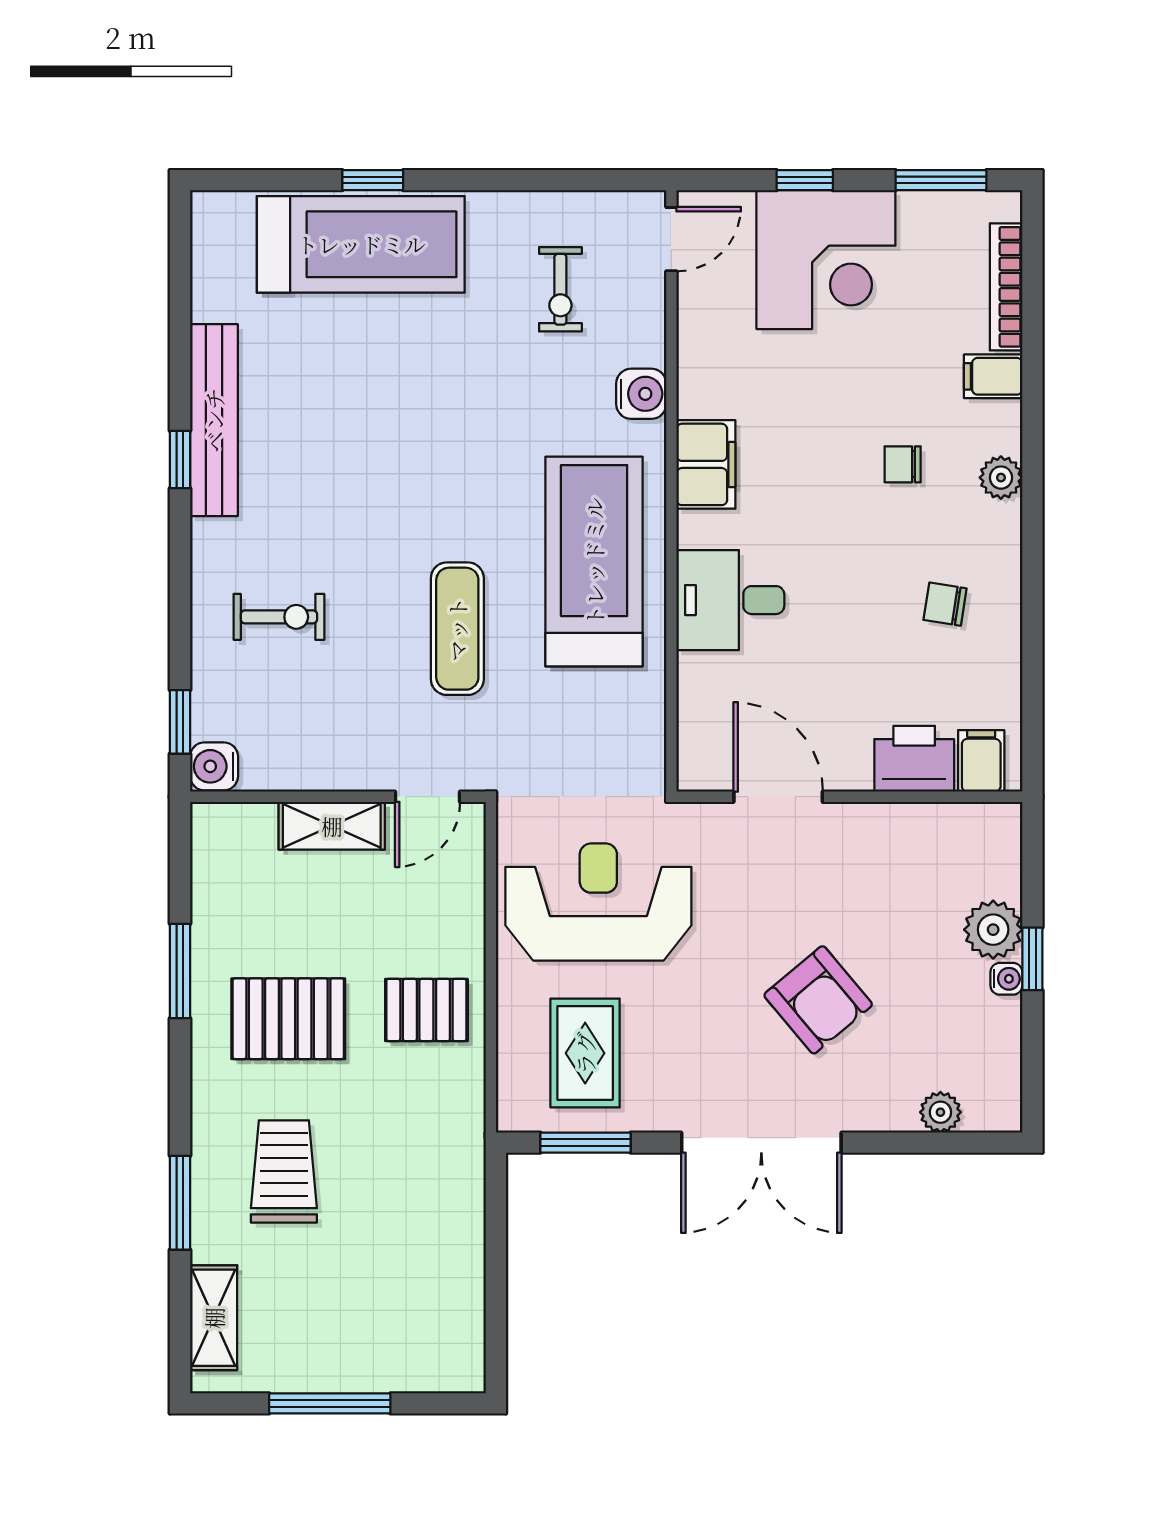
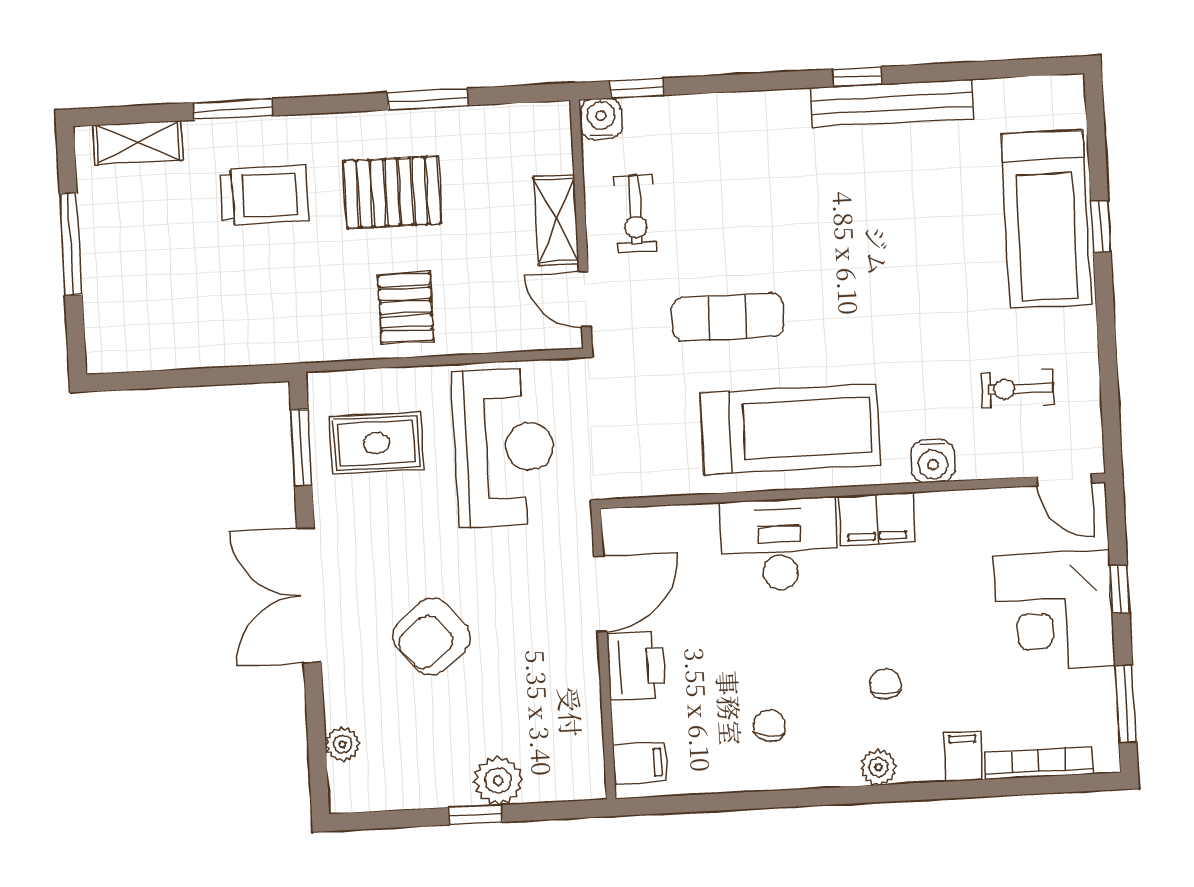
desk: (730, 600) -> (779, 544), width x1.37
exercise bike: (279, 617) -> (635, 213), moved
printer: (914, 759) -> (636, 666), moved
water cooler: (1006, 979) -> (458, 794), removed
pallet: (288, 1019) -> (392, 192), turned 90

